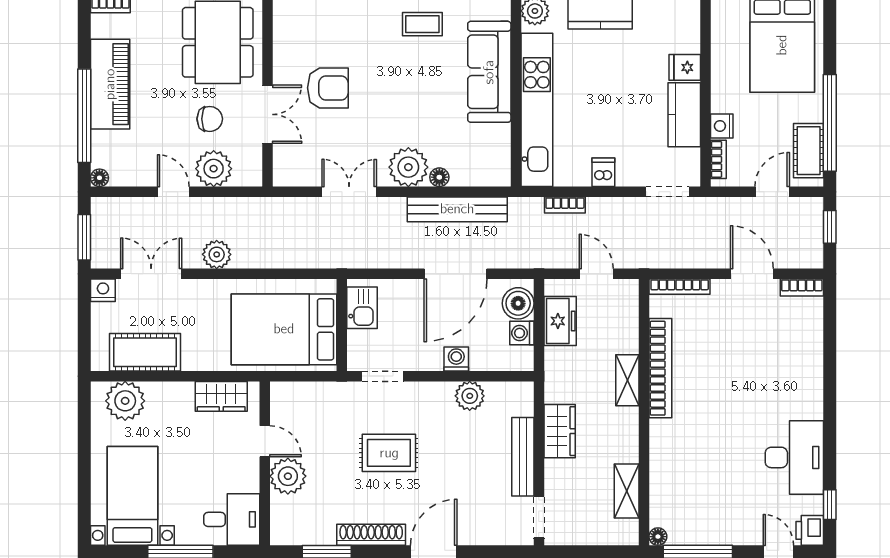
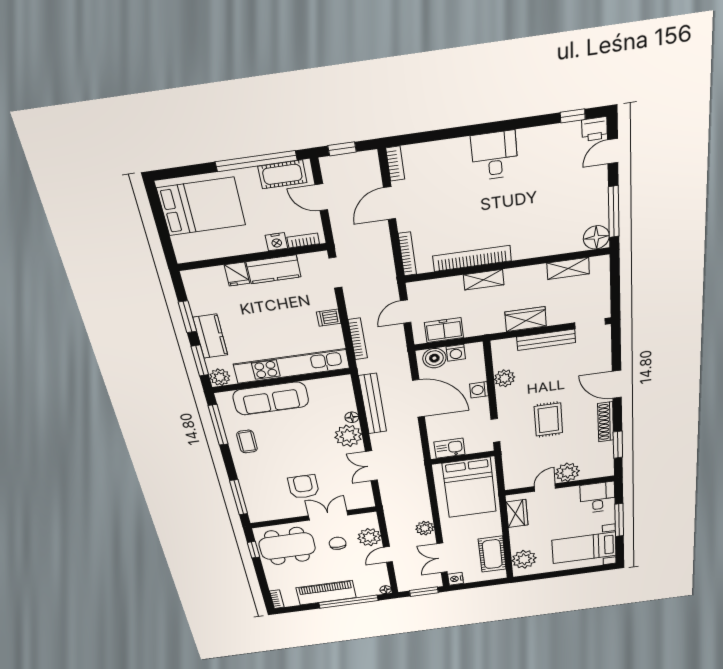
bookcase: (565, 205) -> (358, 339), width x1.56
desk: (794, 457) -> (494, 155), moved, width x0.73
floor lamp: (658, 537) -> (596, 237), width x1.89, depth x1.89

